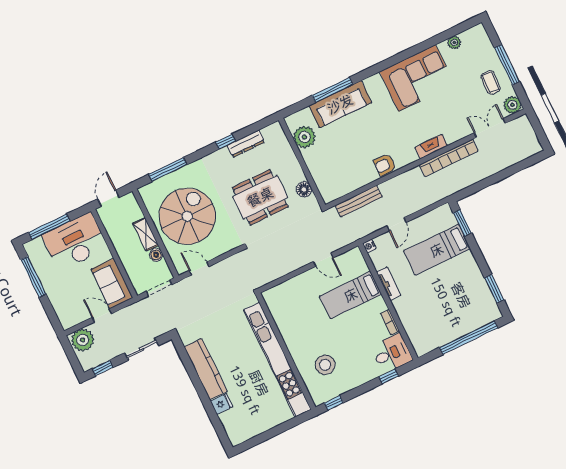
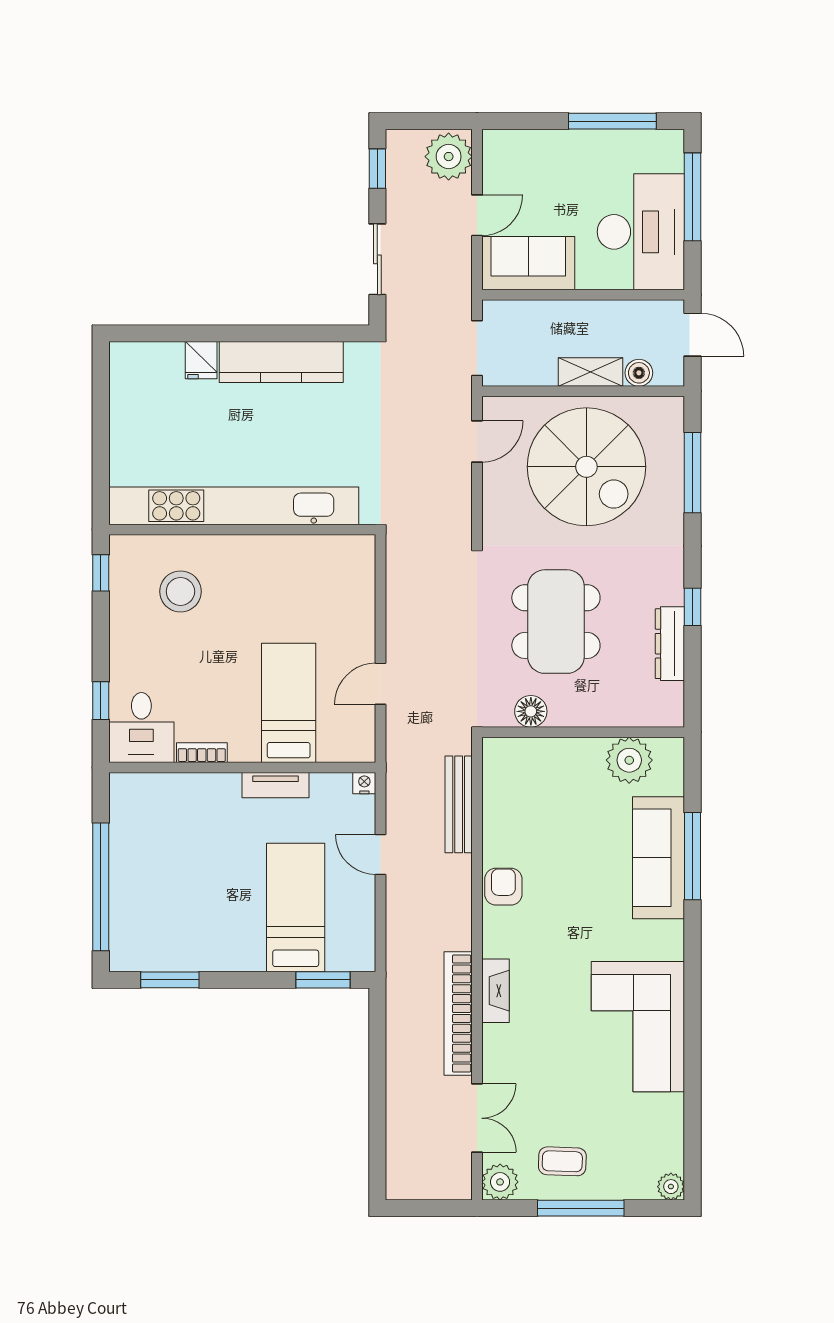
plant: (454, 42) -> (671, 1187), moved
boiler: (156, 255) -> (639, 373), moved

